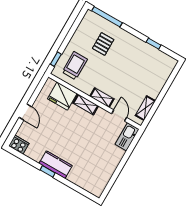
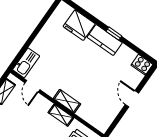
fridge: (62, 96) -> (79, 25), moved, turned 180
shelving: (102, 98) -> (61, 115), moved

